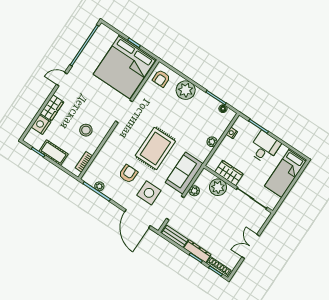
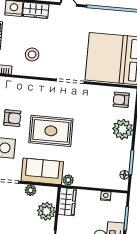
plant: (212, 142) -> (68, 180), moved
wardrobe: (229, 173) -> (67, 202), moved

